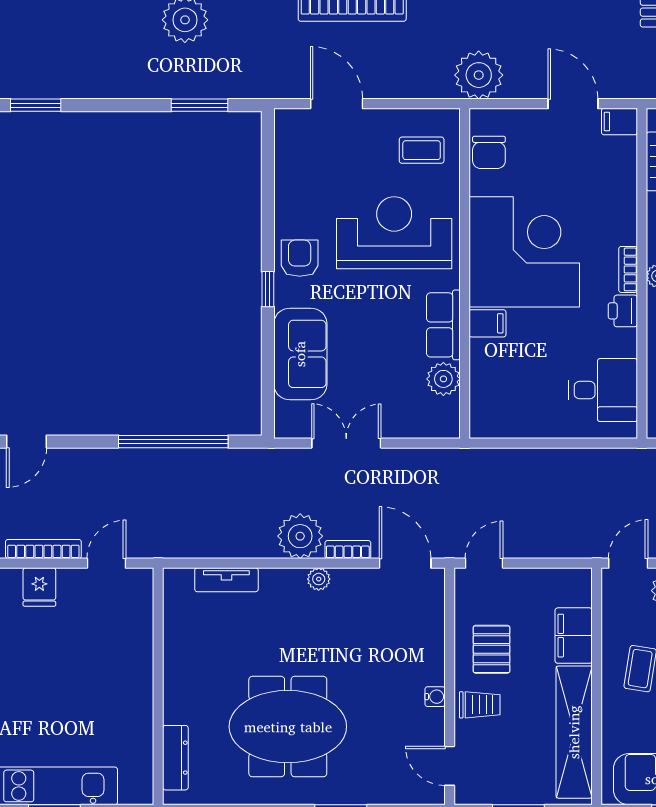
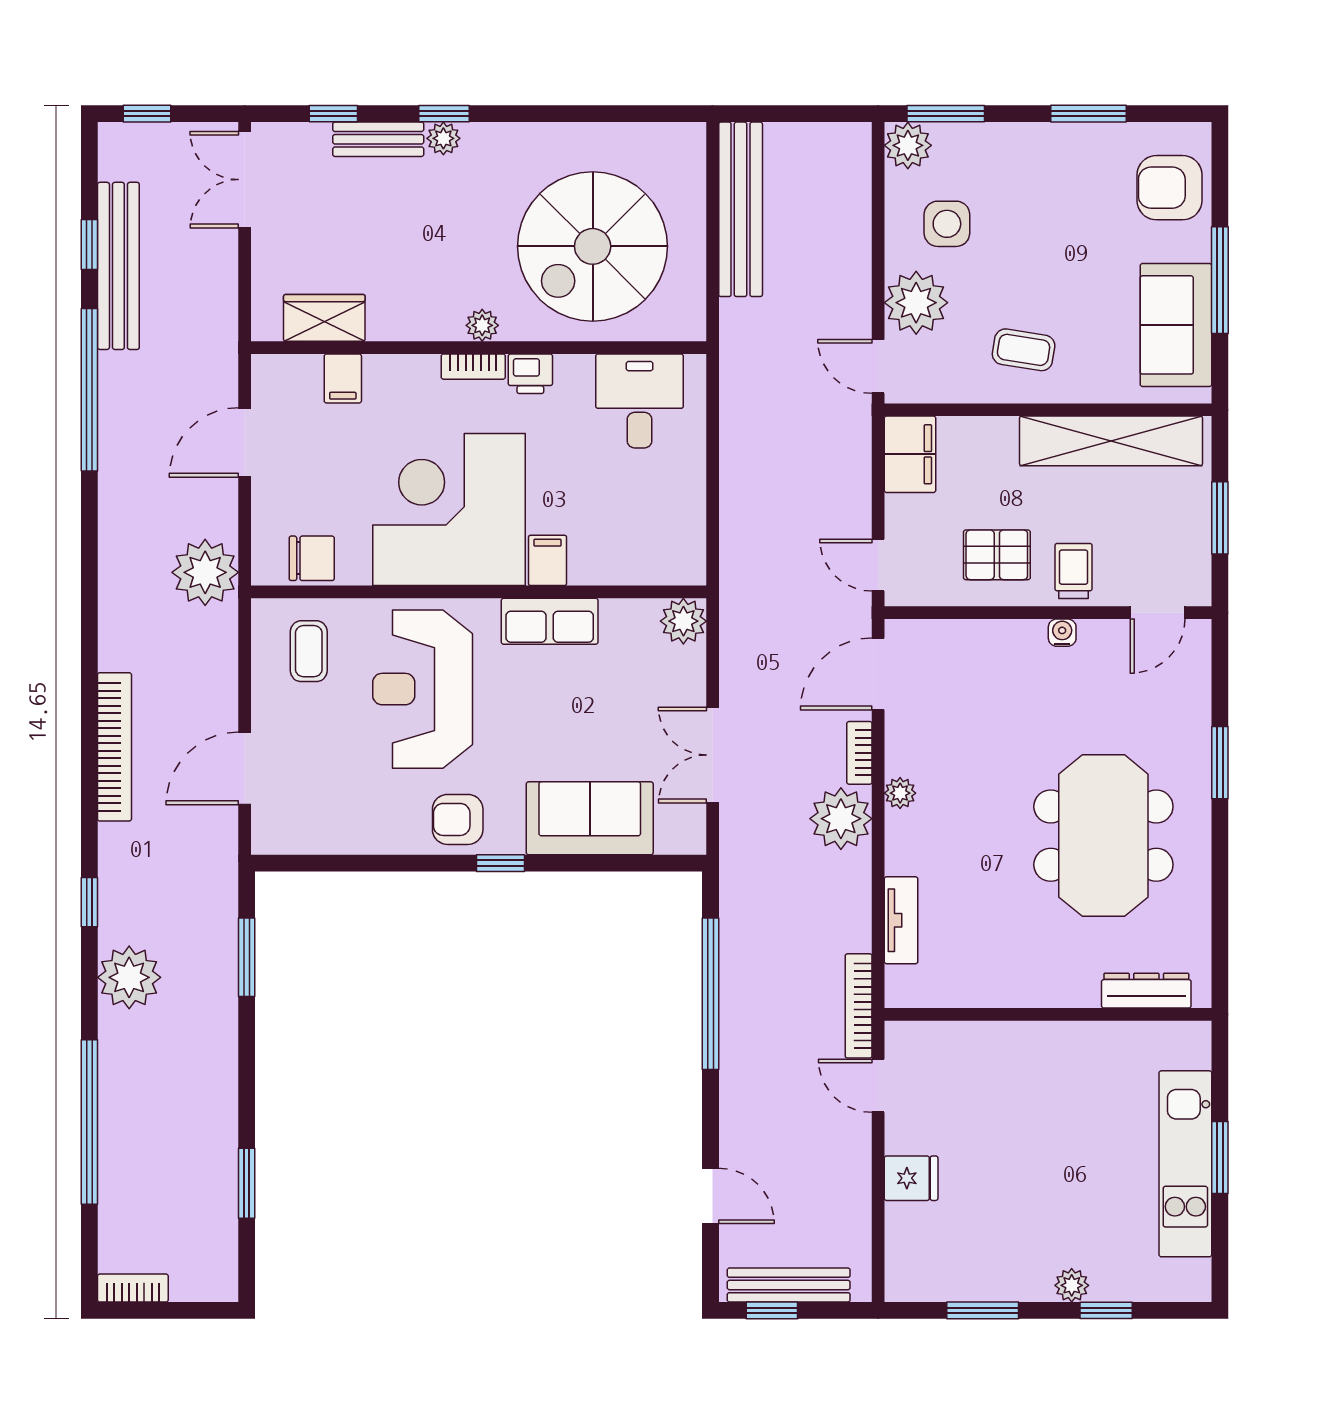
filing cabinet: (619, 122) -> (343, 378), moved
plant: (443, 379) -> (683, 621), moved
bookcase: (43, 549) -> (859, 1006), moved
filing cabinet: (574, 636) -> (910, 454), moved, turned -90

